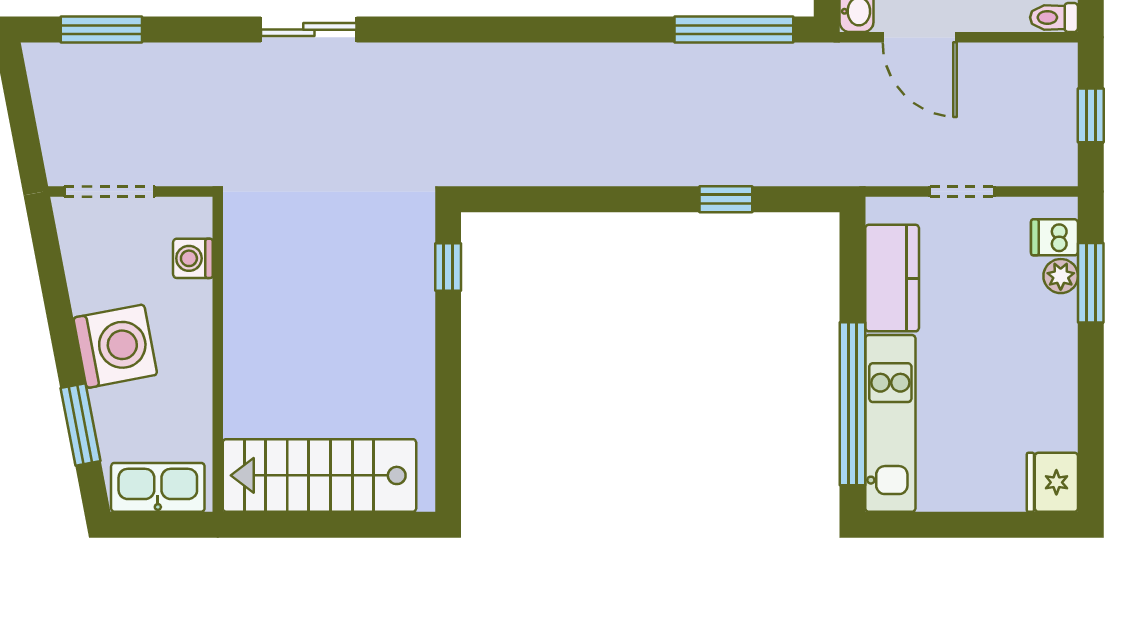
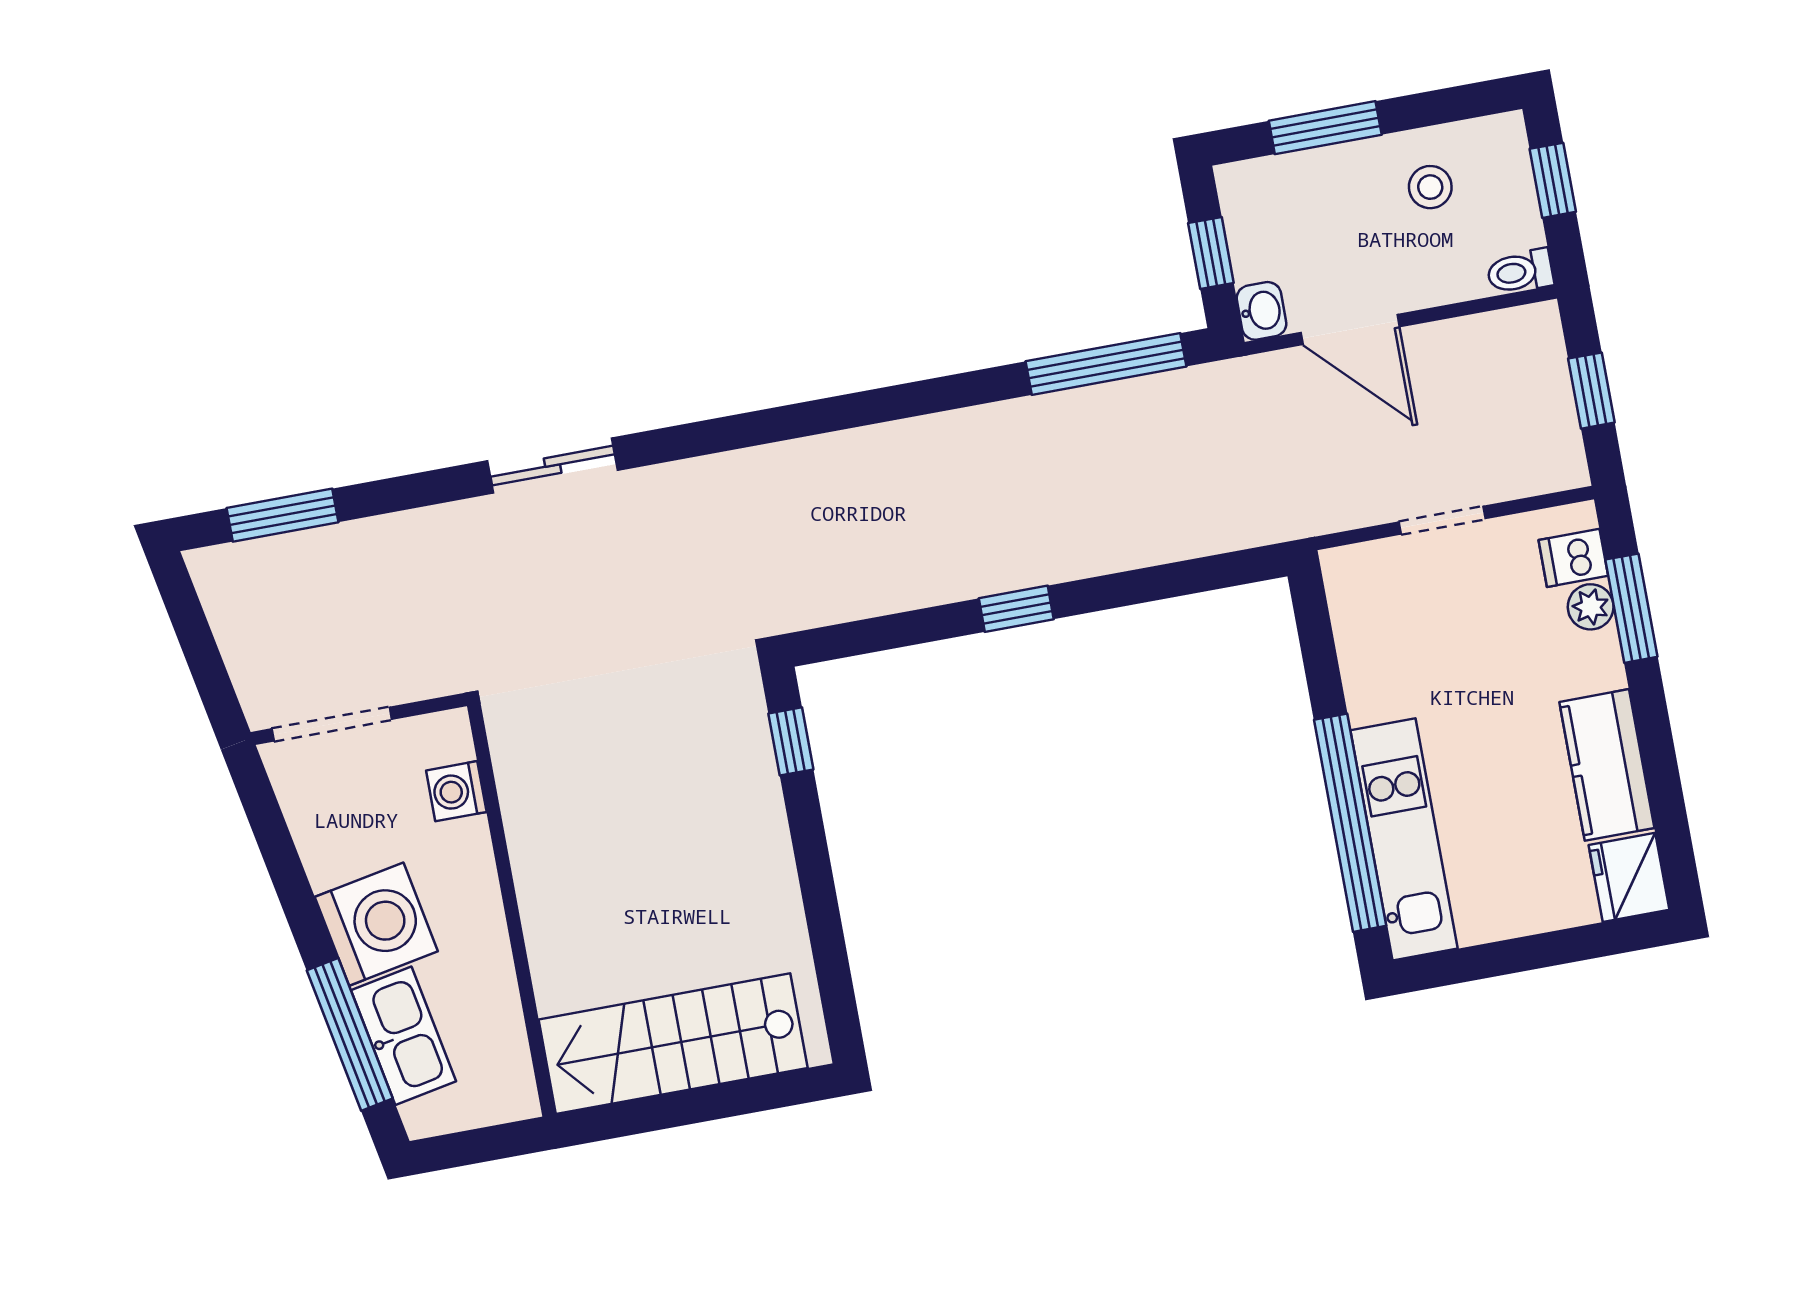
window: (726, 199) -> (1016, 609), moved
kitchen counter: (892, 278) -> (1607, 765), moved, turned 180
window: (81, 424) -> (350, 1034), width x1.44
kitchen sink: (158, 487) -> (403, 1036), moved, turned 79

